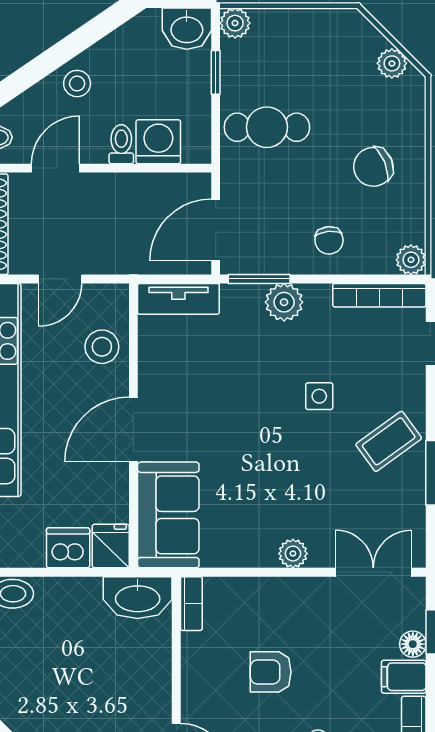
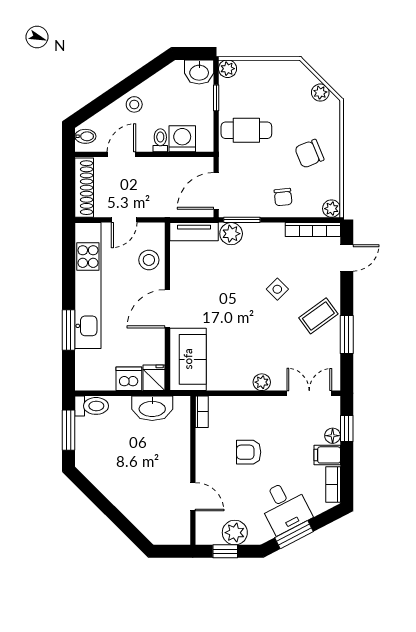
plant: (284, 302) -> (231, 234), moved
side table: (319, 396) -> (277, 289), turned 45
washbasin: (138, 598) -> (152, 408), moved

